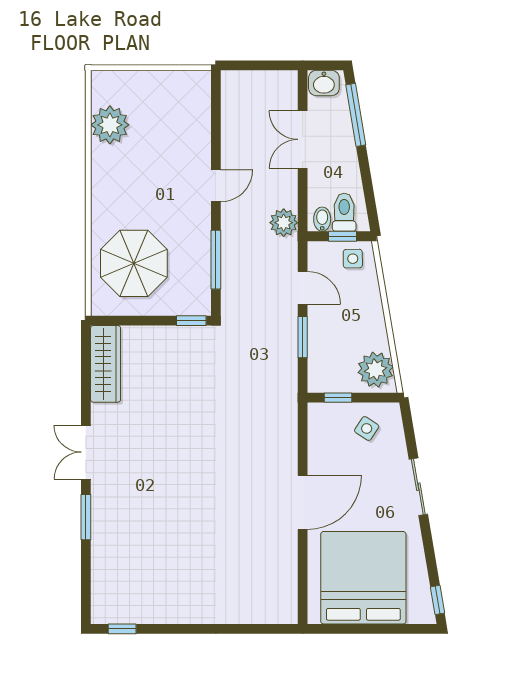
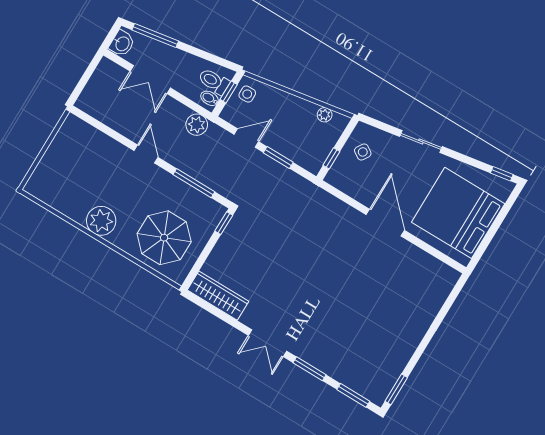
plant: (110, 125) -> (101, 221), moved
plant: (376, 370) -> (325, 115), width x0.53, depth x0.53
window: (86, 584) -> (353, 395), added
window: (122, 629) -> (396, 389), width x1.50

